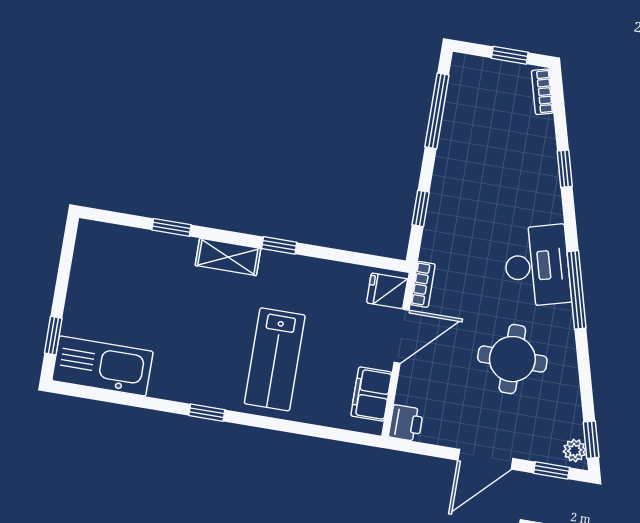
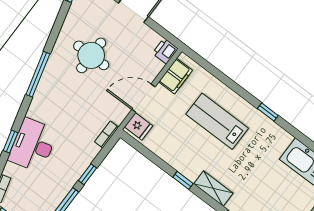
window: (421, 208) -> (88, 174), moved
desk: (537, 266) -> (33, 145), moved
bookcase: (423, 284) -> (107, 135), moved
lab bench: (275, 359) -> (217, 121), turned -90

